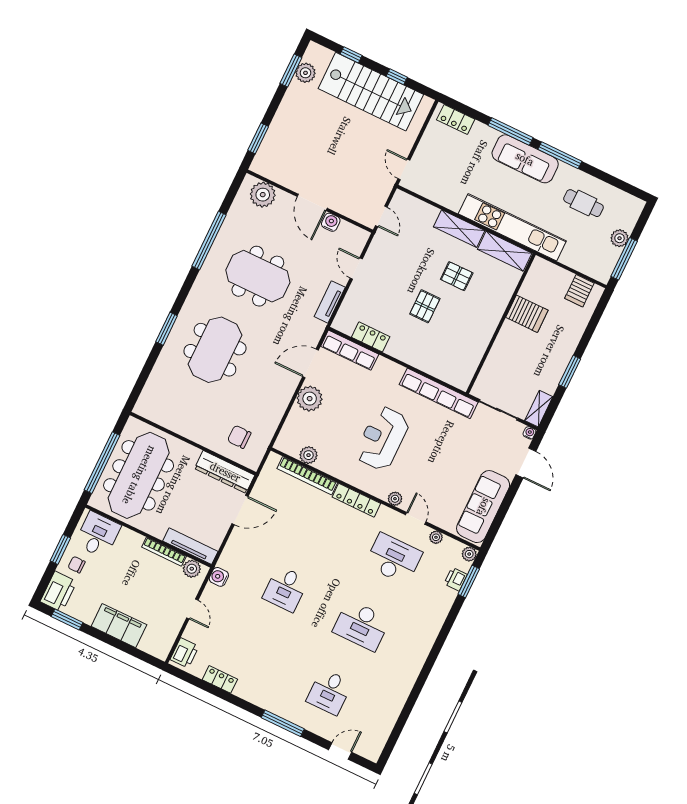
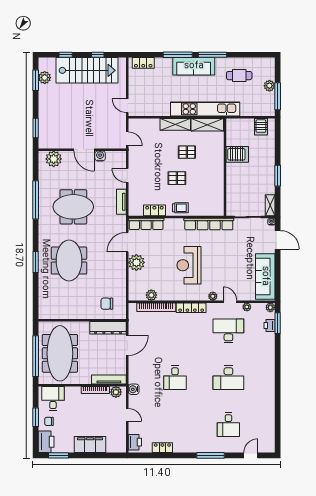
pallet: (425, 306) -> (177, 178), turned 90
trolley: (409, 351) -> (180, 208), added

